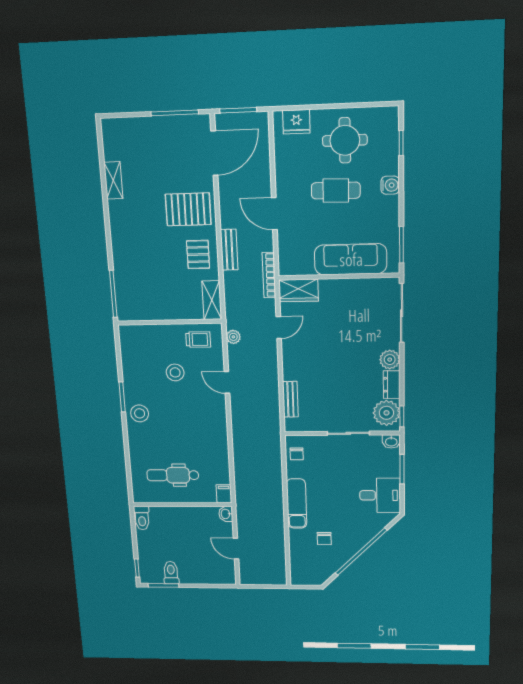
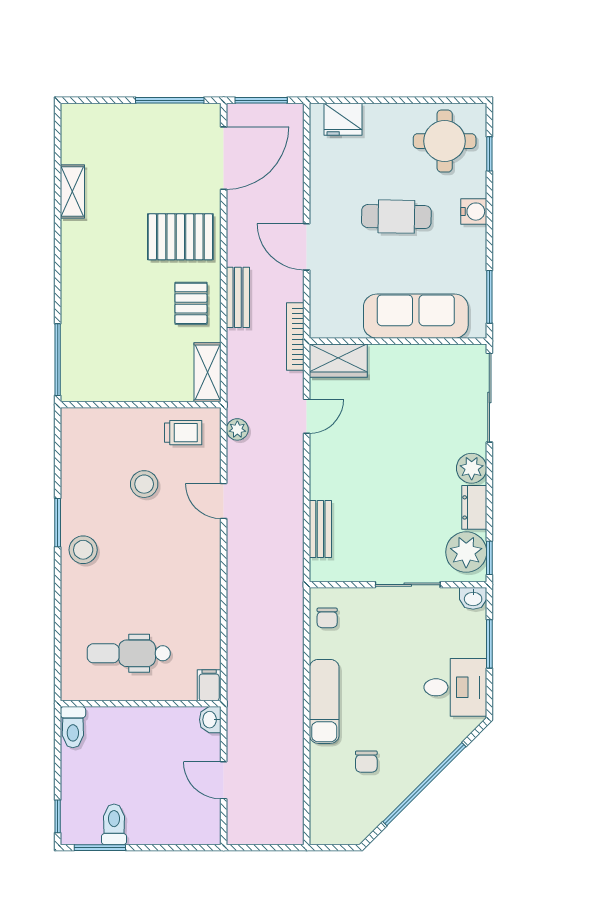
round table: (345, 140) -> (445, 141), moved

